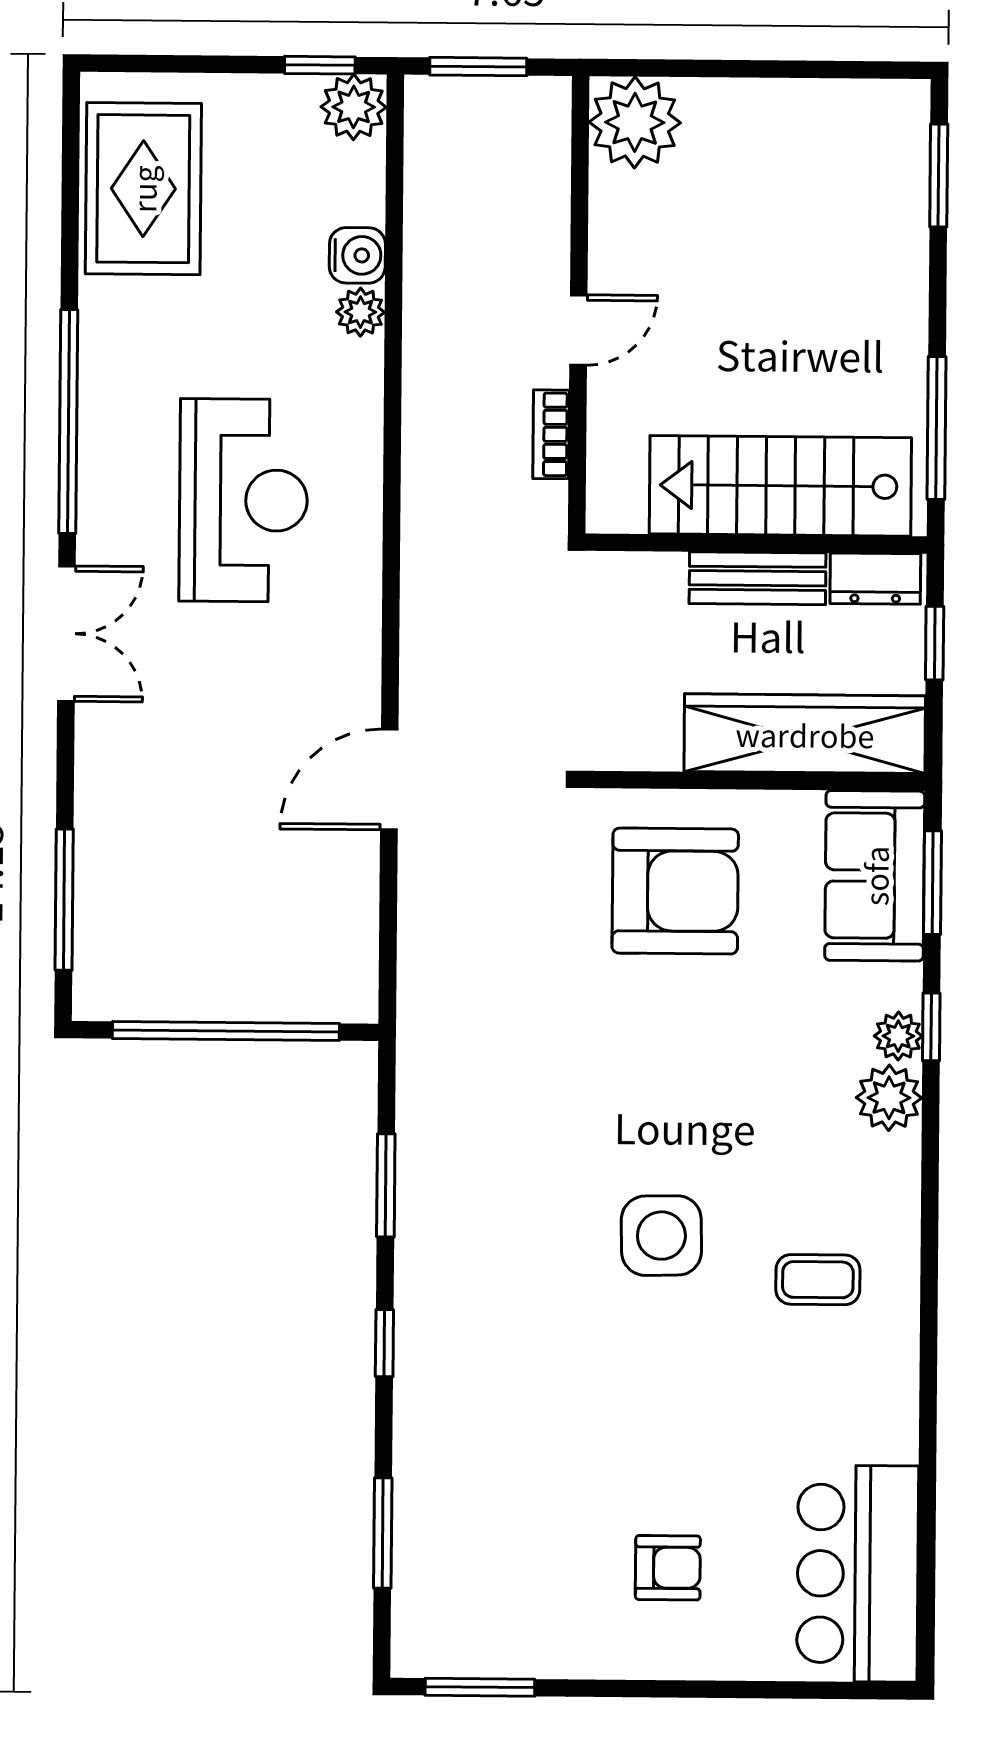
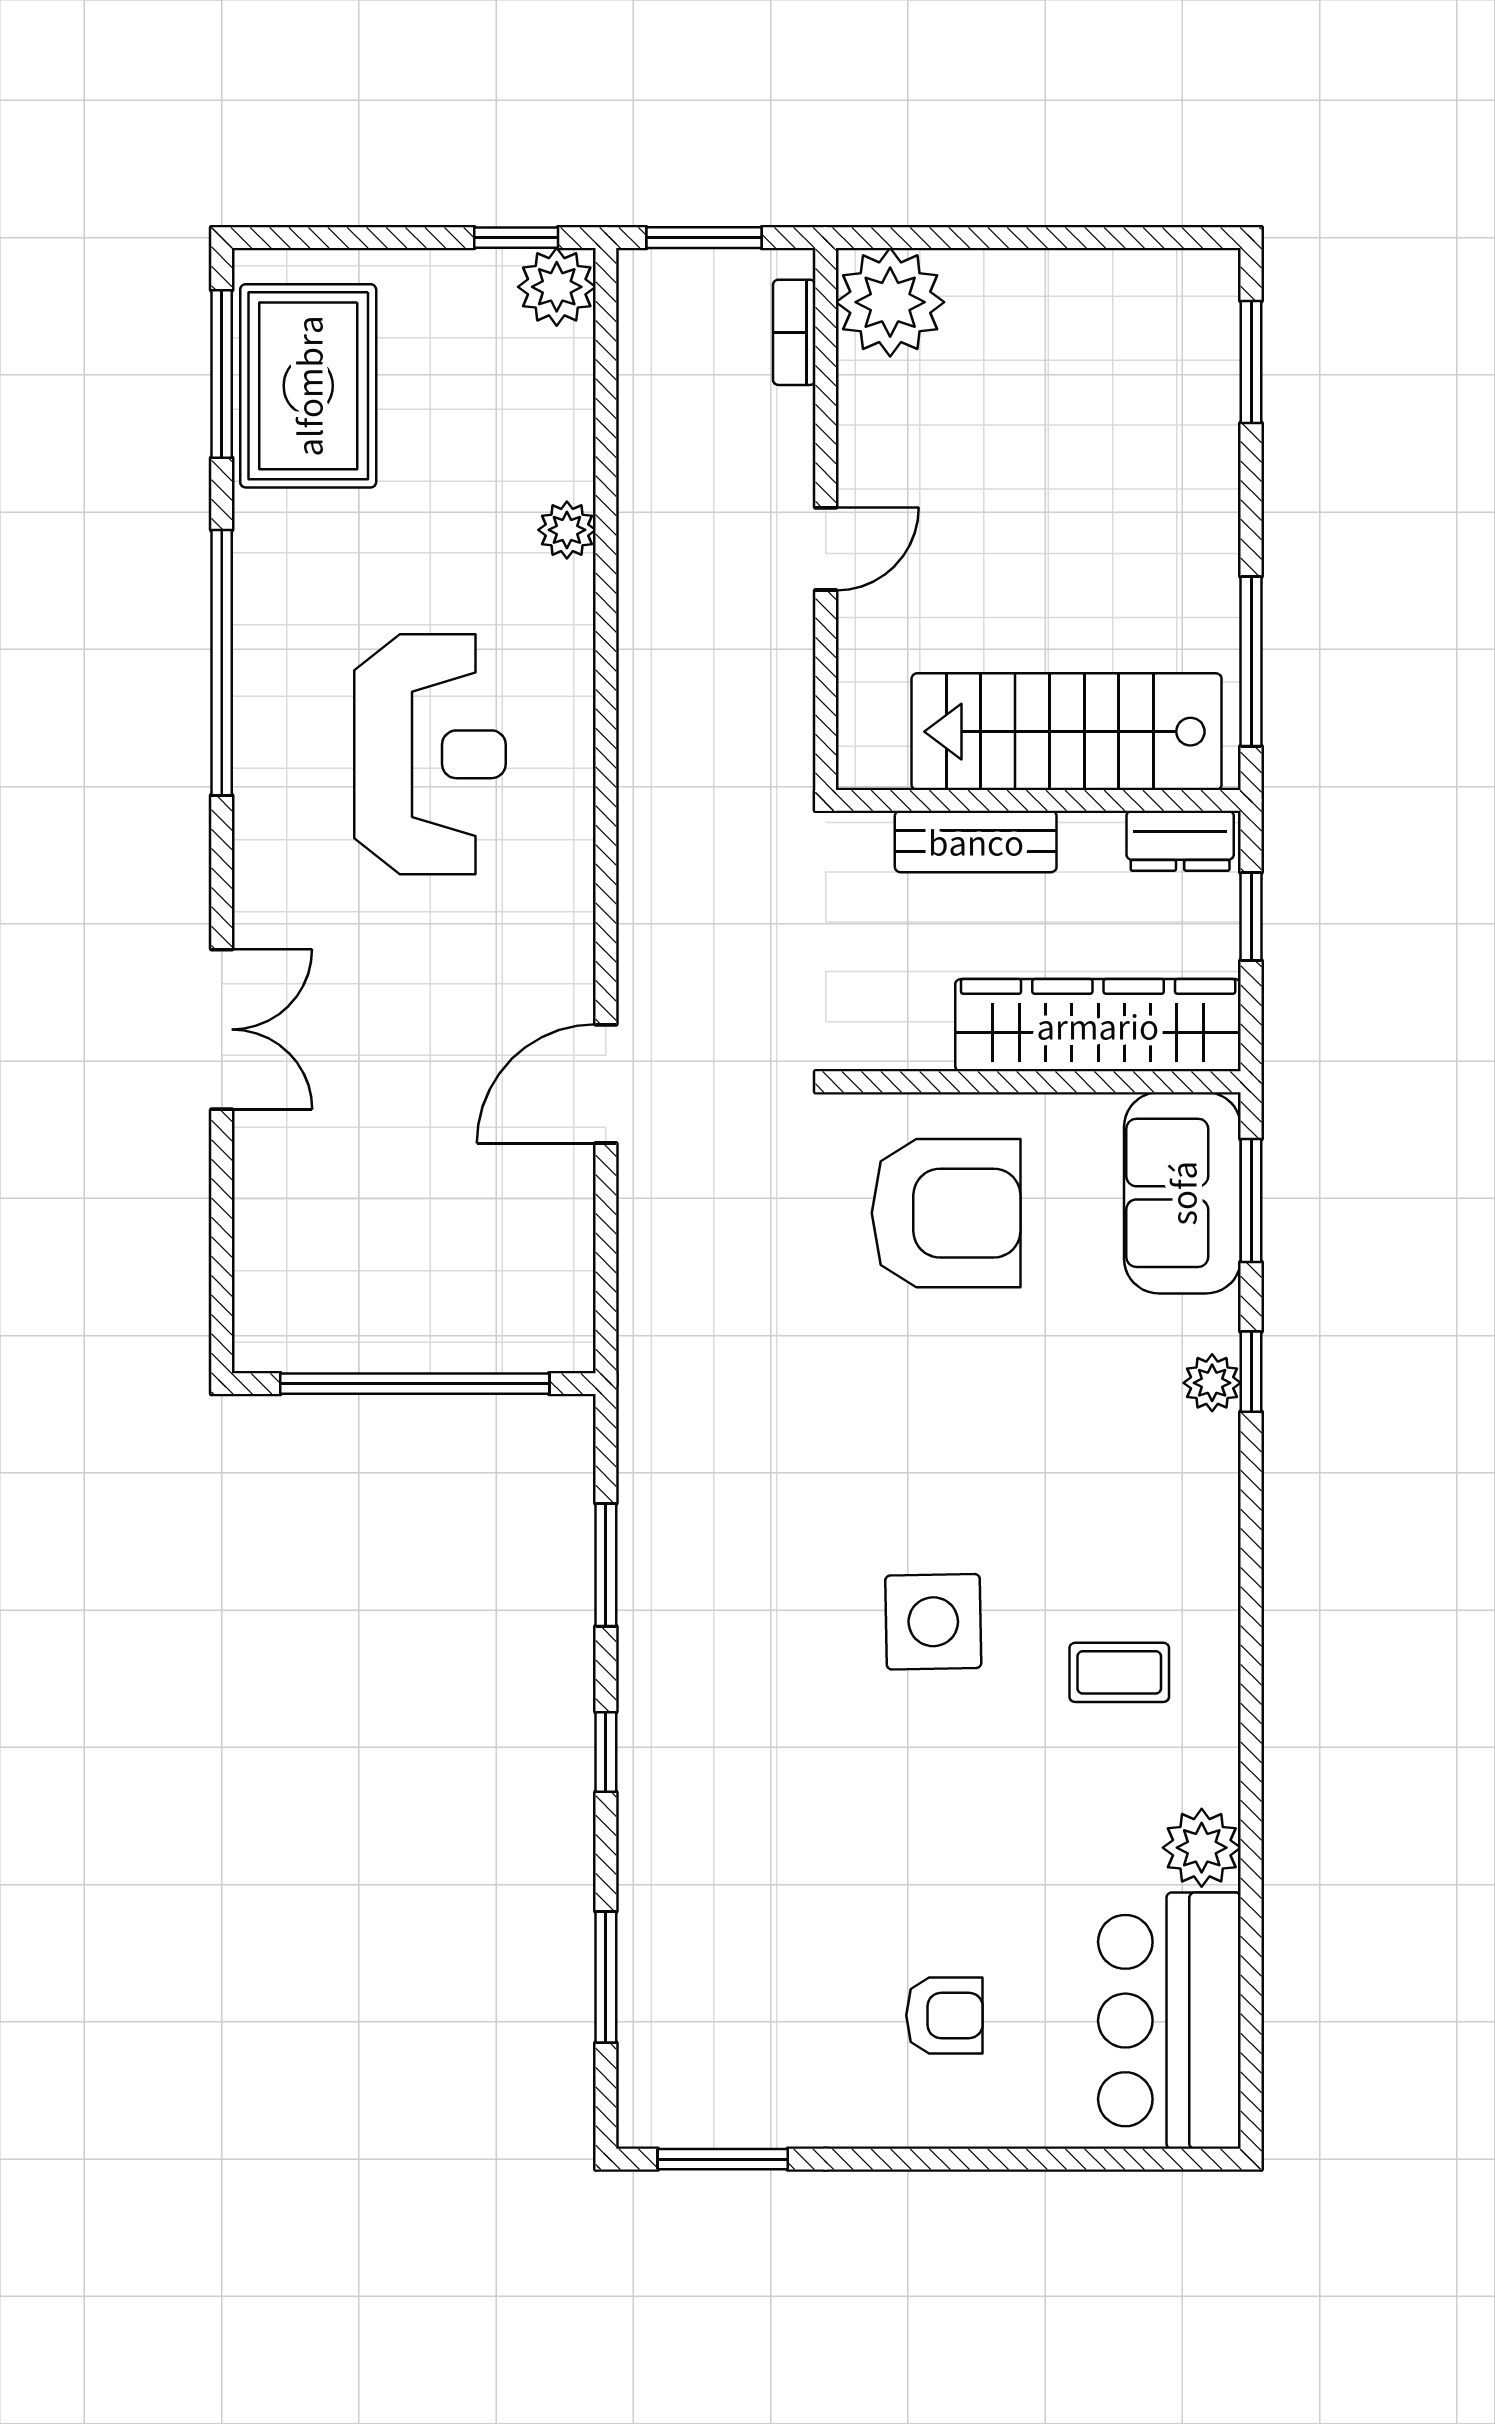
water cooler: (357, 255) -> (563, 463), removed
bookcase: (551, 434) -> (794, 332), moved
bench: (758, 578) -> (976, 841), moved
double door: (66, 634) -> (222, 1029), moved
window: (64, 900) -> (222, 374), moved
plant: (889, 1098) -> (1202, 1848), moved

